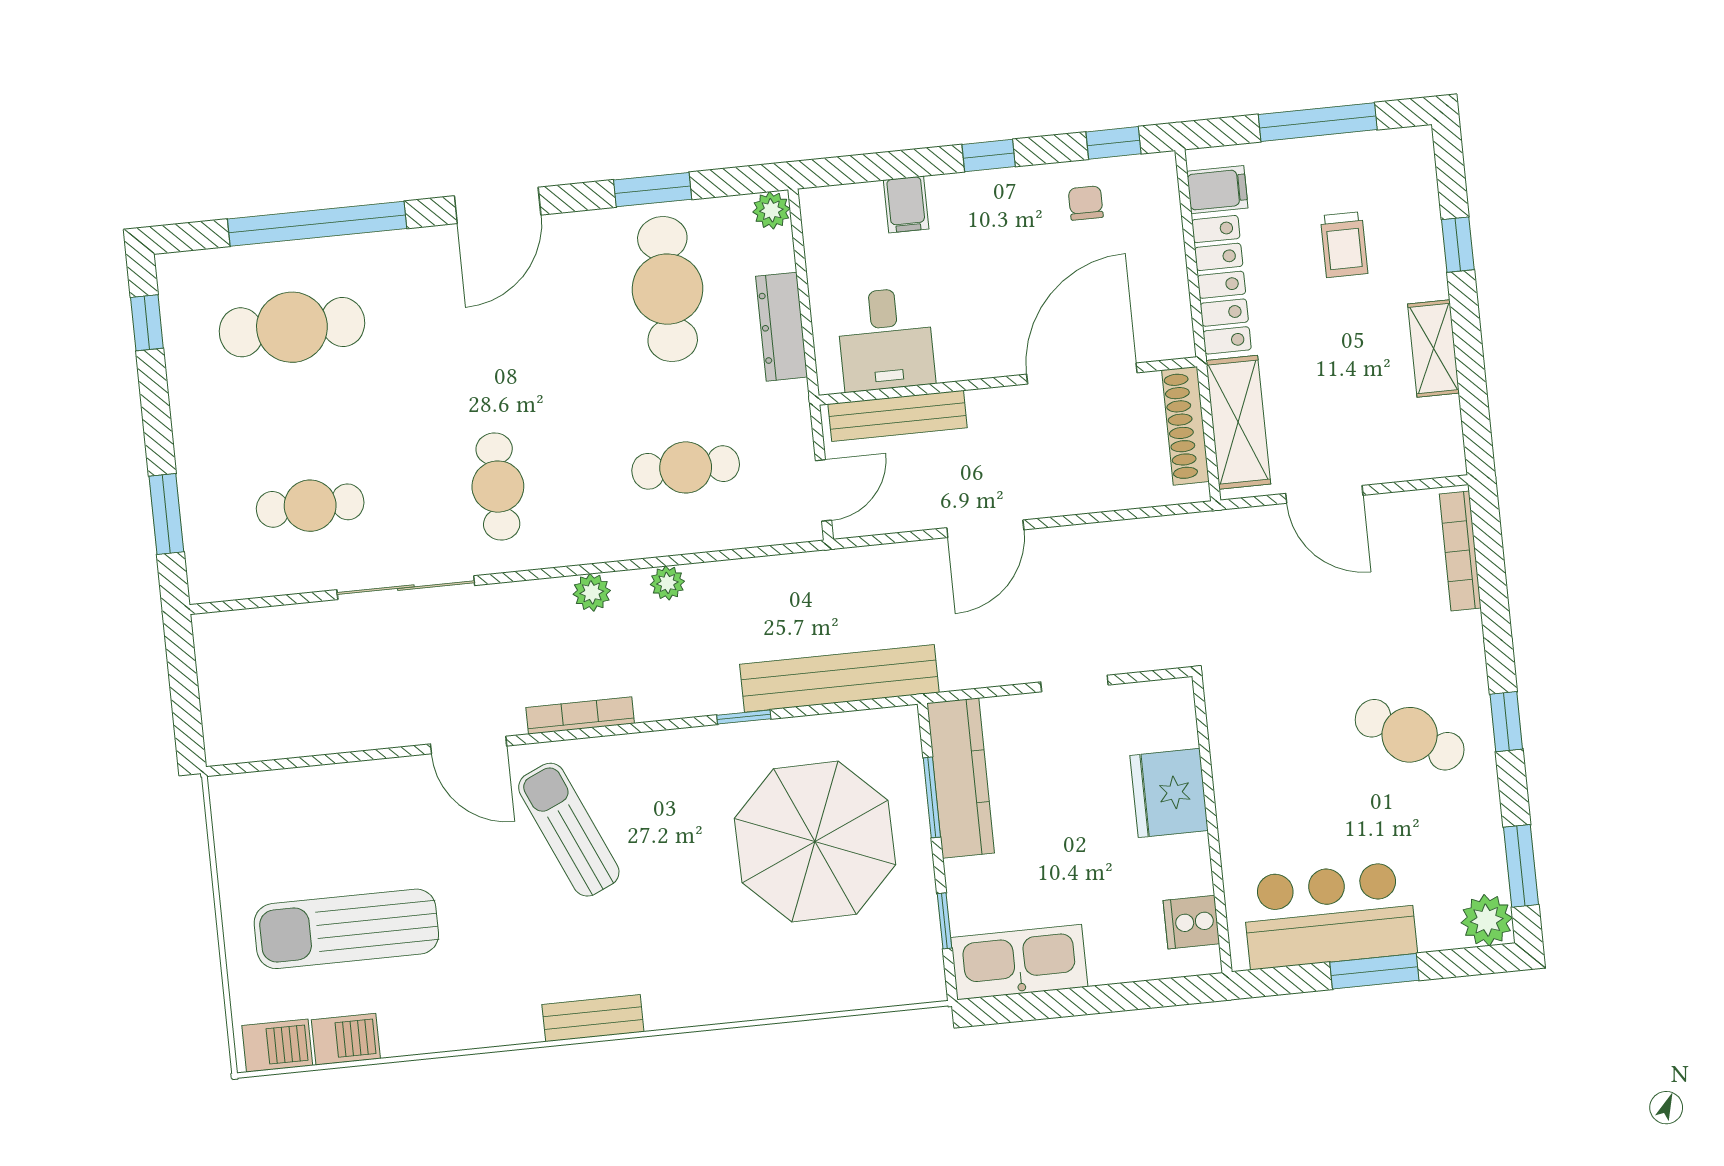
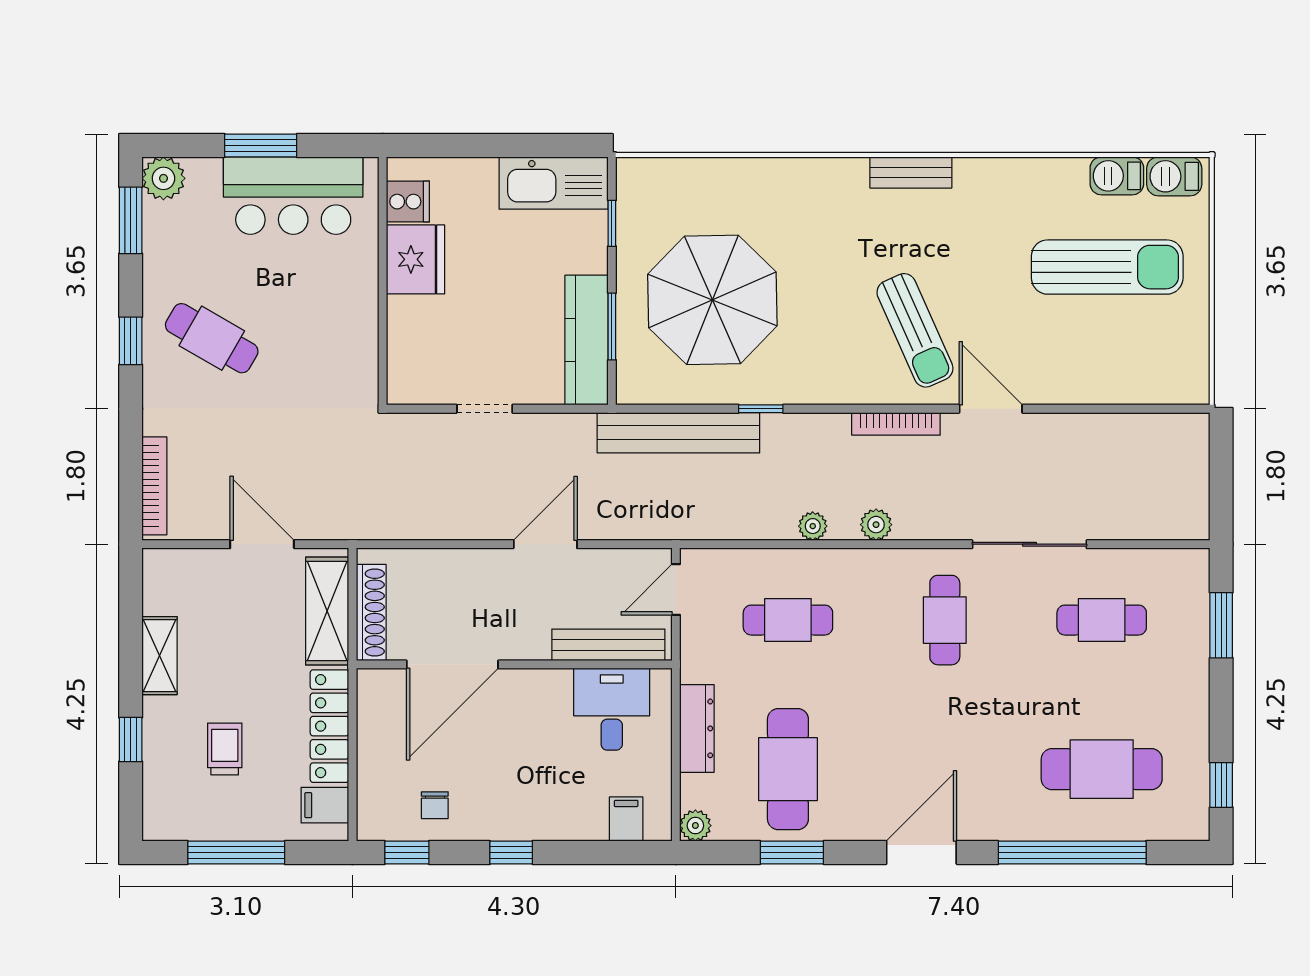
filing cabinet: (906, 204) -> (626, 819), moved
fridge: (1169, 793) -> (416, 259), moved

